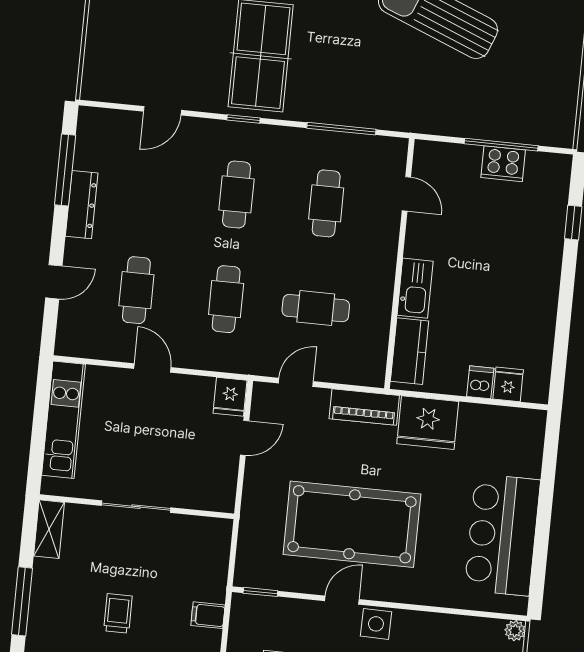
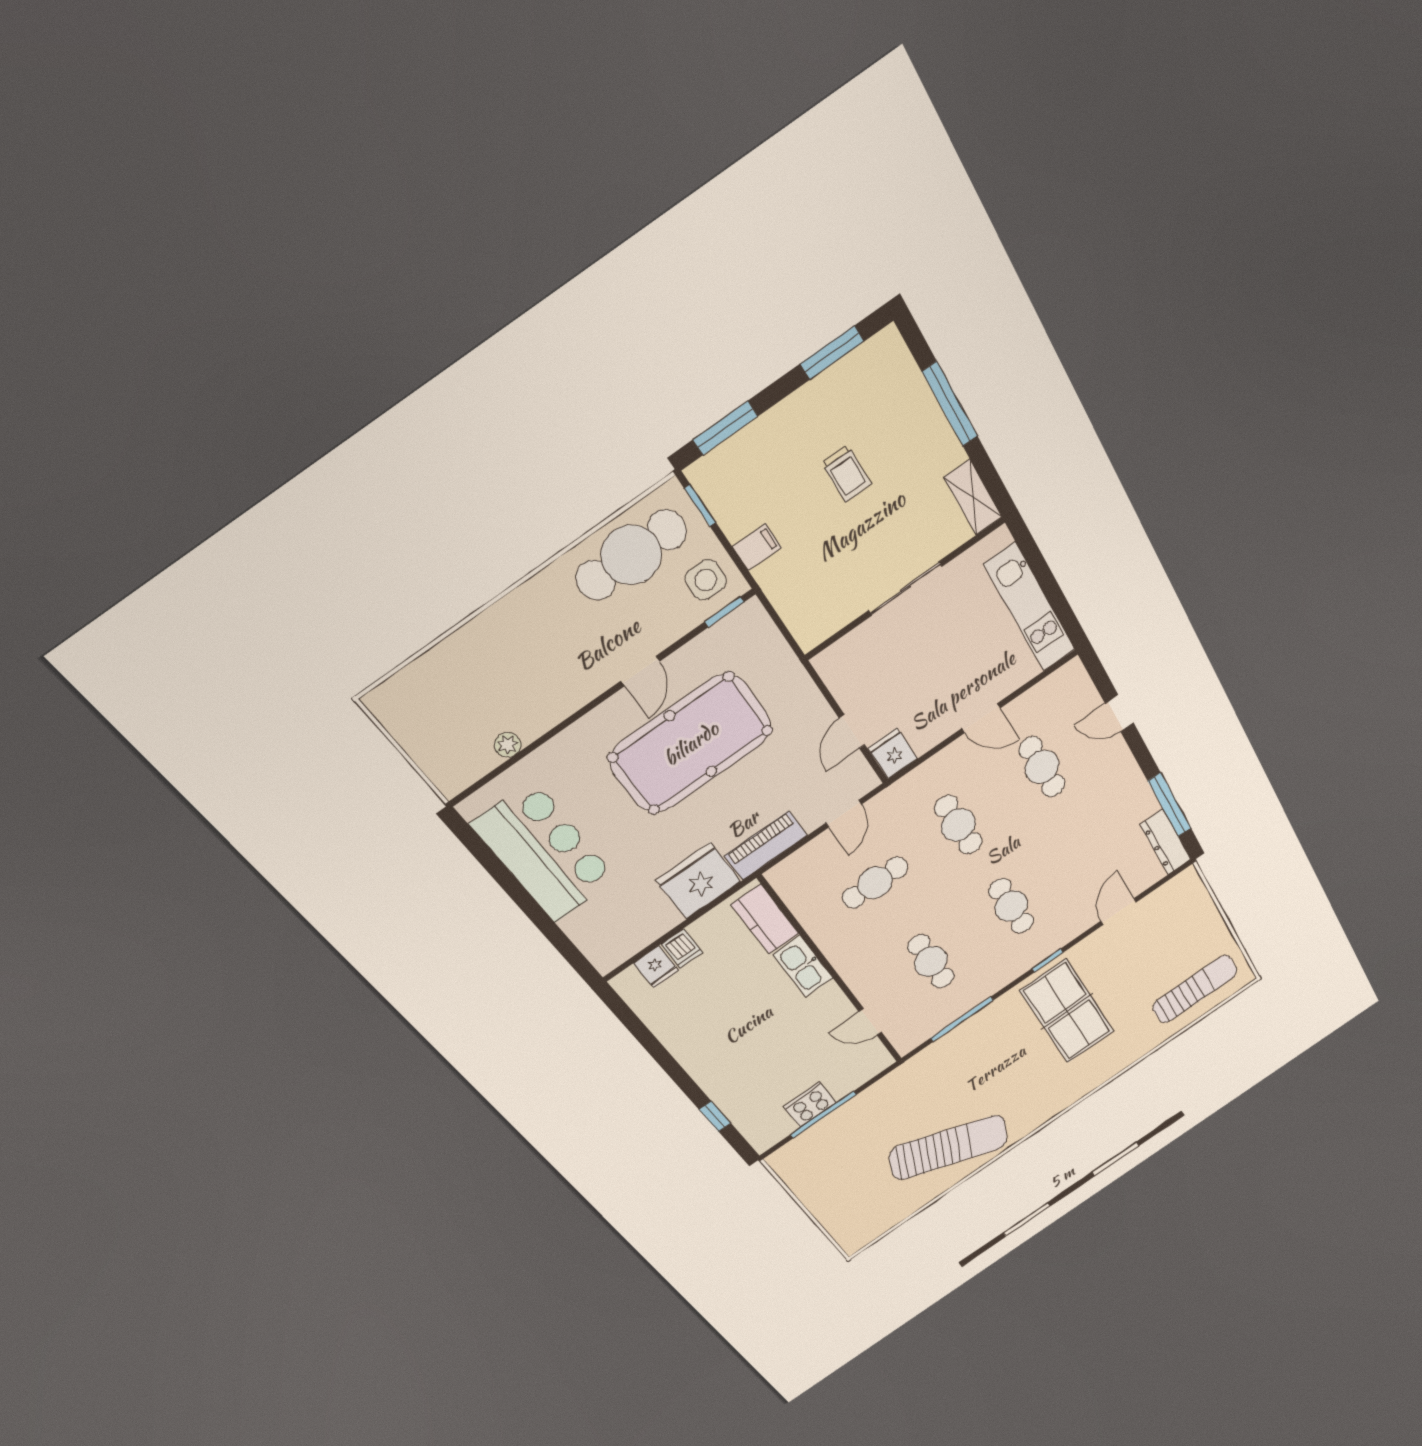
dresser: (82, 205) -> (1166, 842), moved
door: (54, 282) -> (1119, 713), hinge flipped
side table: (376, 624) -> (706, 580), moved
plant: (515, 631) -> (508, 745), moved

